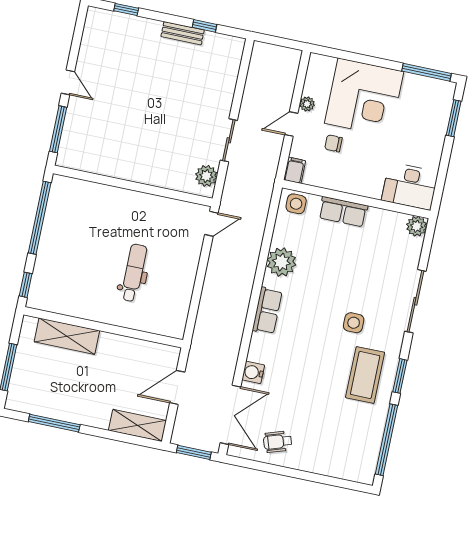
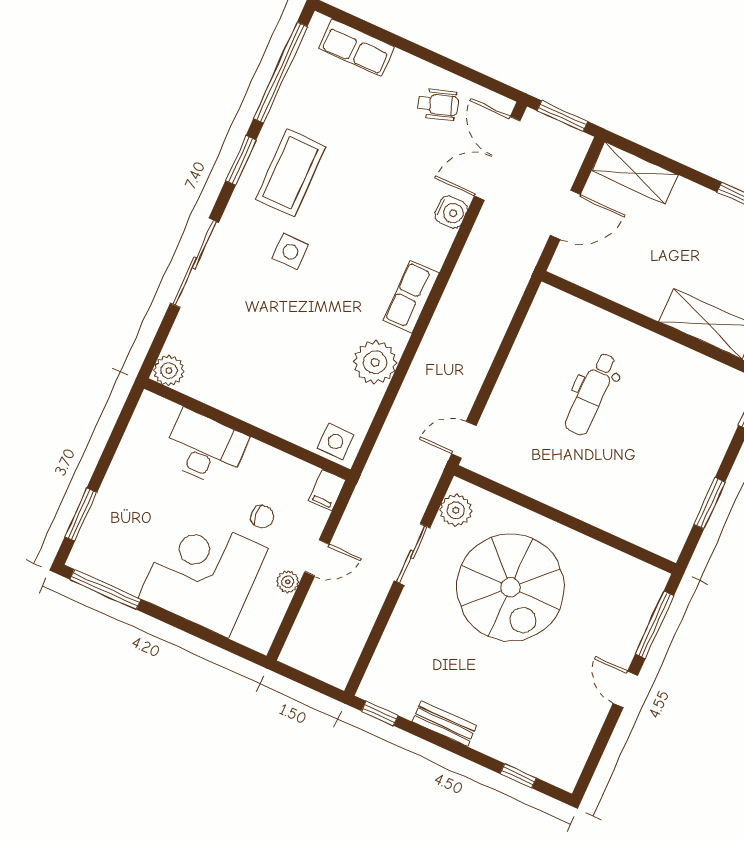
window: (204, 26) -> (380, 713), moved
spiral stairs: (159, 133) -> (510, 587), added
desk: (410, 186) -> (205, 448), moved
row of seats: (343, 212) -> (357, 47), moved, turned 180
window: (40, 218) -> (709, 503), width x0.47

